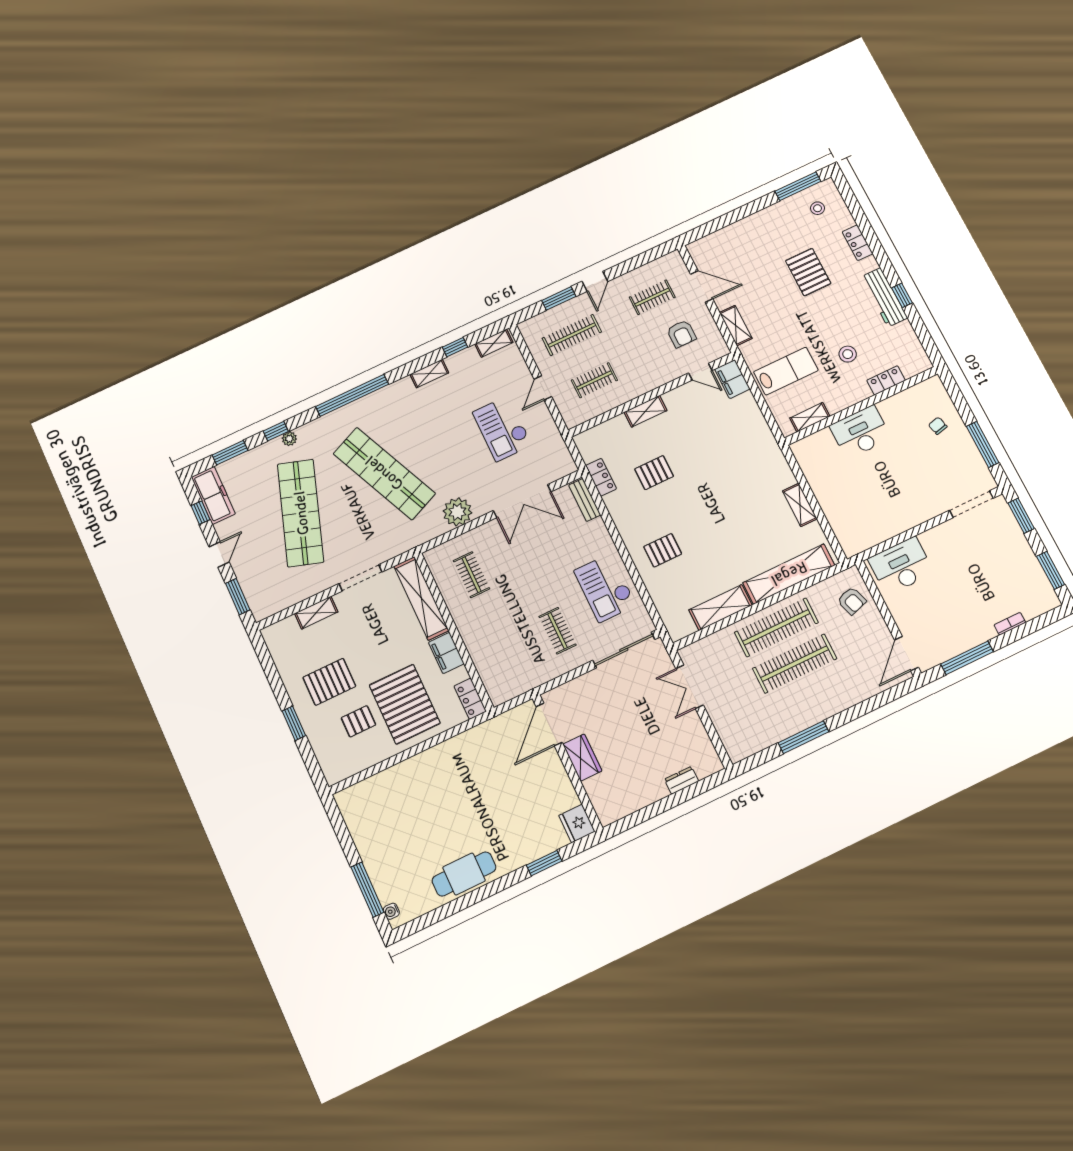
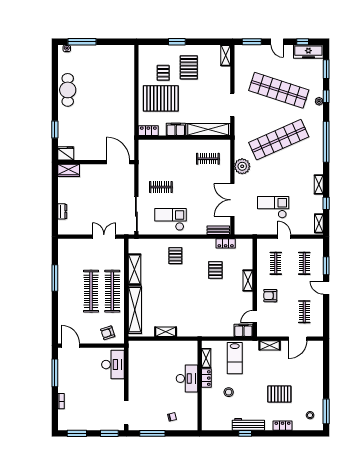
armchair: (681, 334) -> (270, 296), moved
clothes rail: (572, 335) -> (304, 263), width x0.73
locker: (886, 380) -> (206, 378), moved
shelving: (316, 613) -> (226, 55), moved
wardrobe: (582, 758) -> (69, 170), moved

